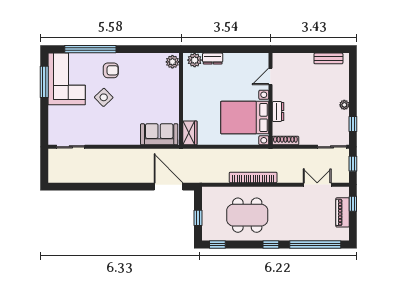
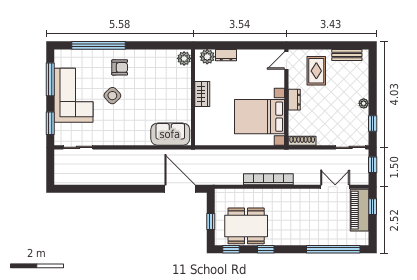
rug: (299, 74) -> (316, 71), added
door: (270, 76) -> (286, 61), moved
corner sofa: (67, 79) -> (74, 95), moved
dresser: (278, 111) -> (294, 100), moved
window: (44, 124) -> (50, 123), added
wardrobe: (190, 133) -> (202, 94), moved
piano: (343, 212) -> (359, 210), width x1.37, depth x1.33
dining table: (247, 215) -> (246, 226), moved
window: (271, 245) -> (266, 249), moved

